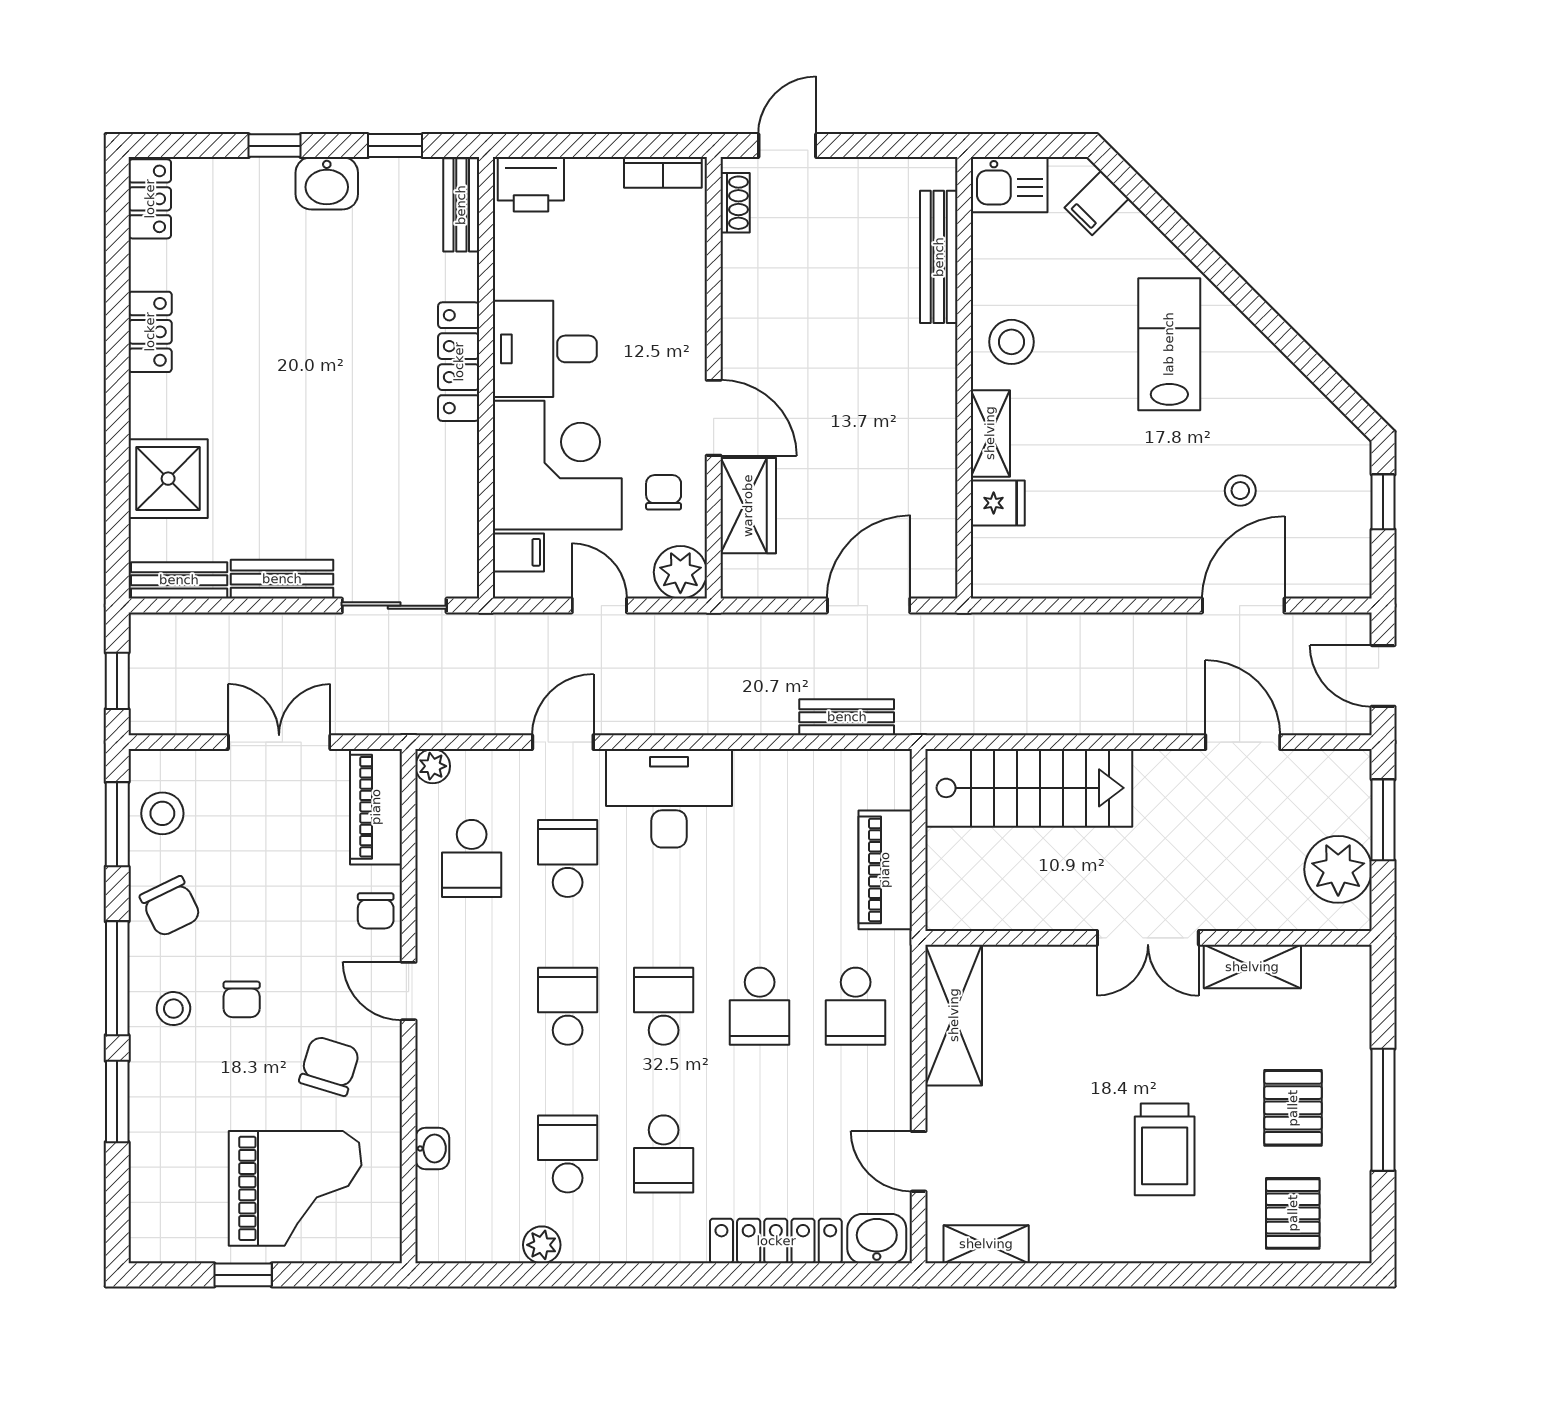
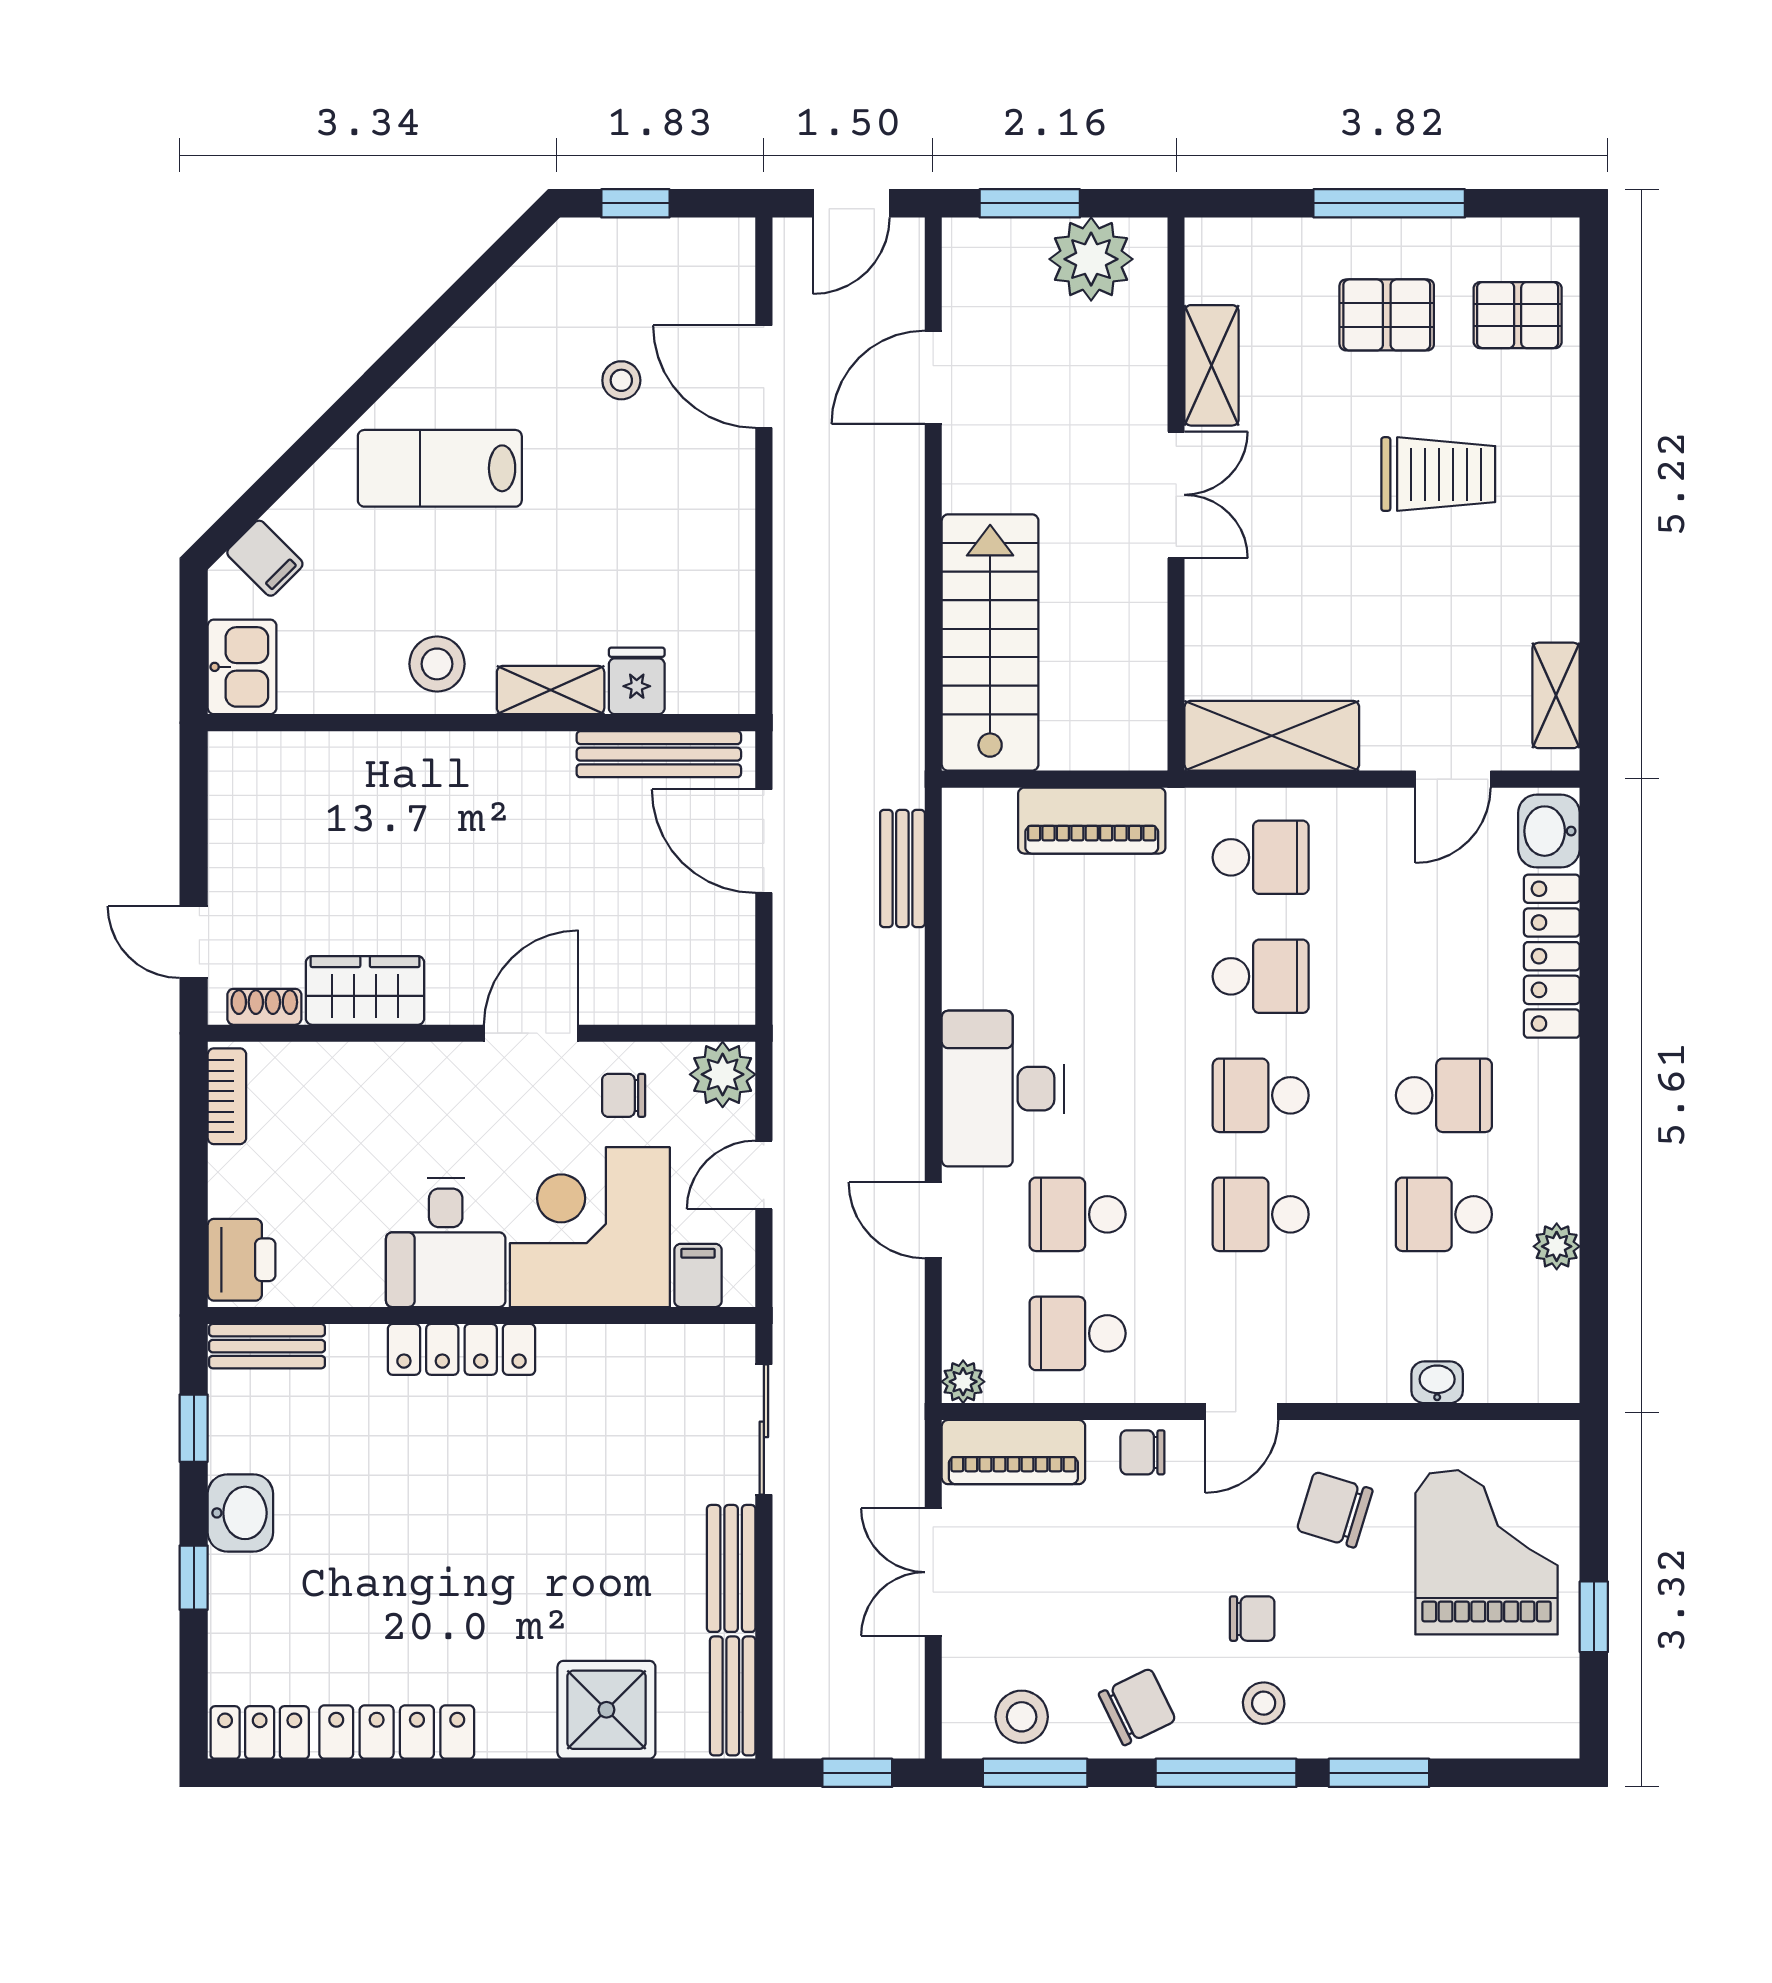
bench: (939, 257) -> (659, 754), moved
locker: (150, 332) -> (397, 1732), width x1.53
wardrobe: (748, 506) -> (365, 990), moved
school desk: (472, 858) -> (1078, 1333), turned 180
chair: (376, 911) -> (1142, 1452), turned 180

